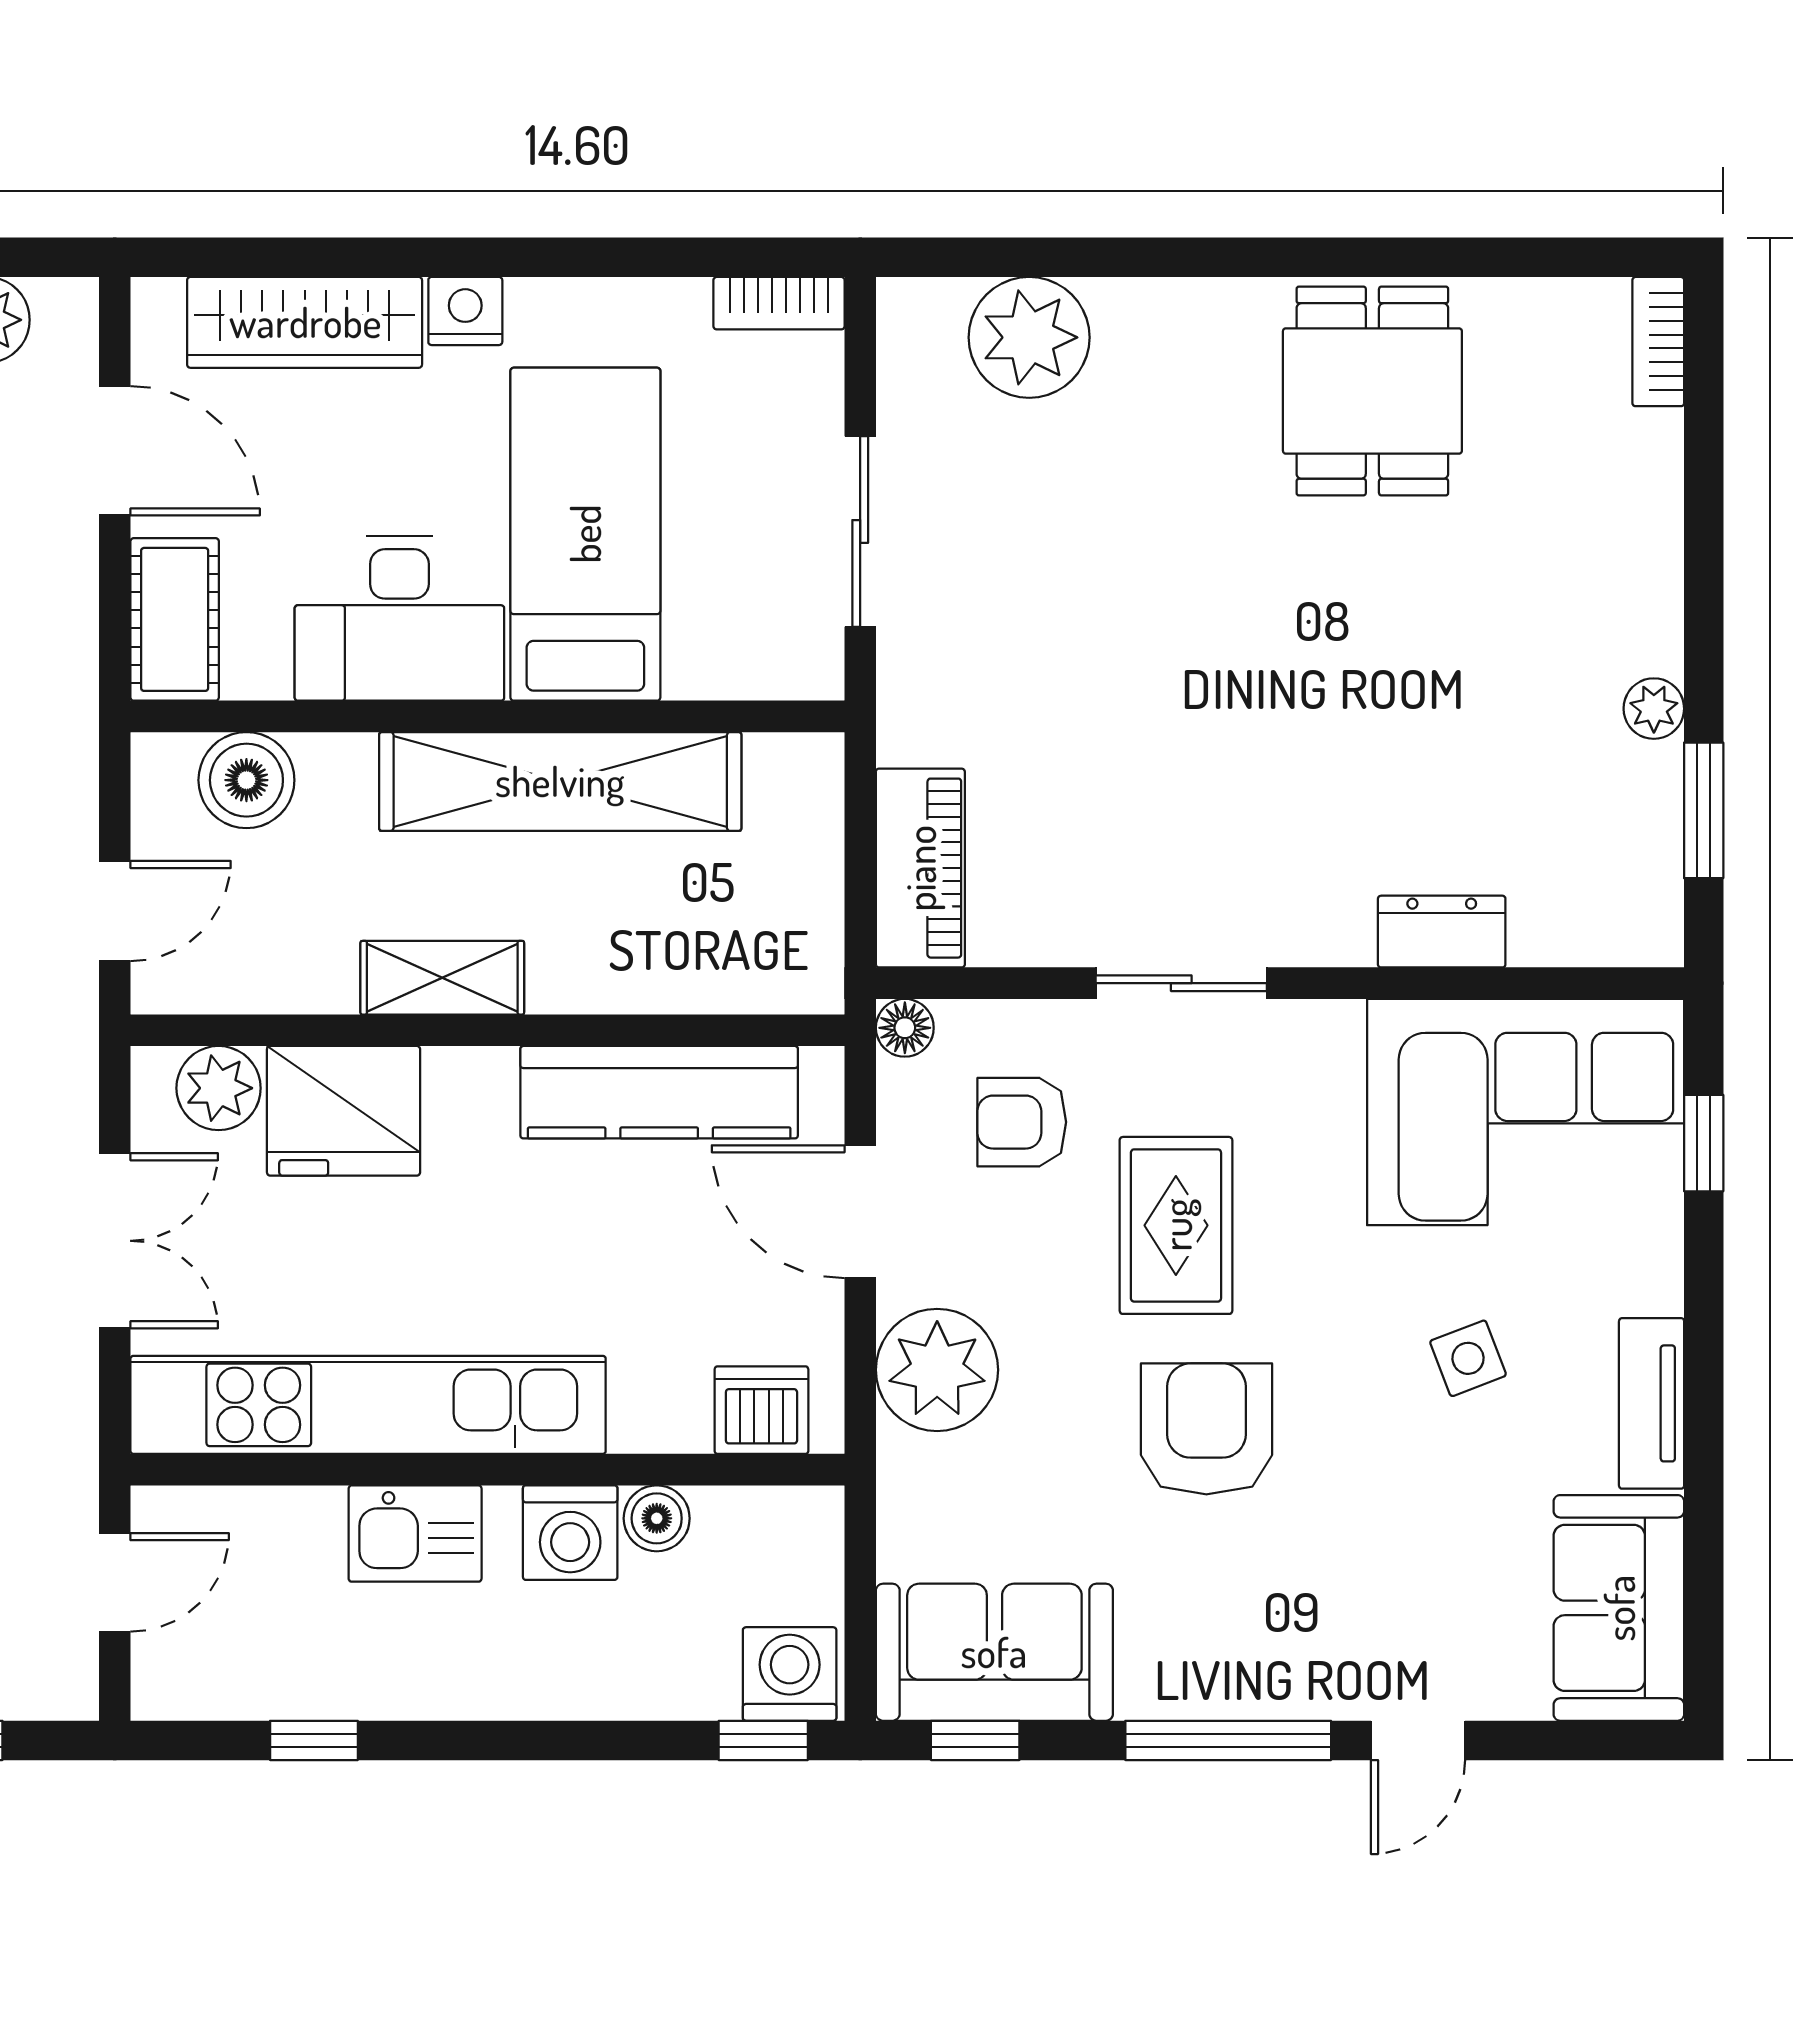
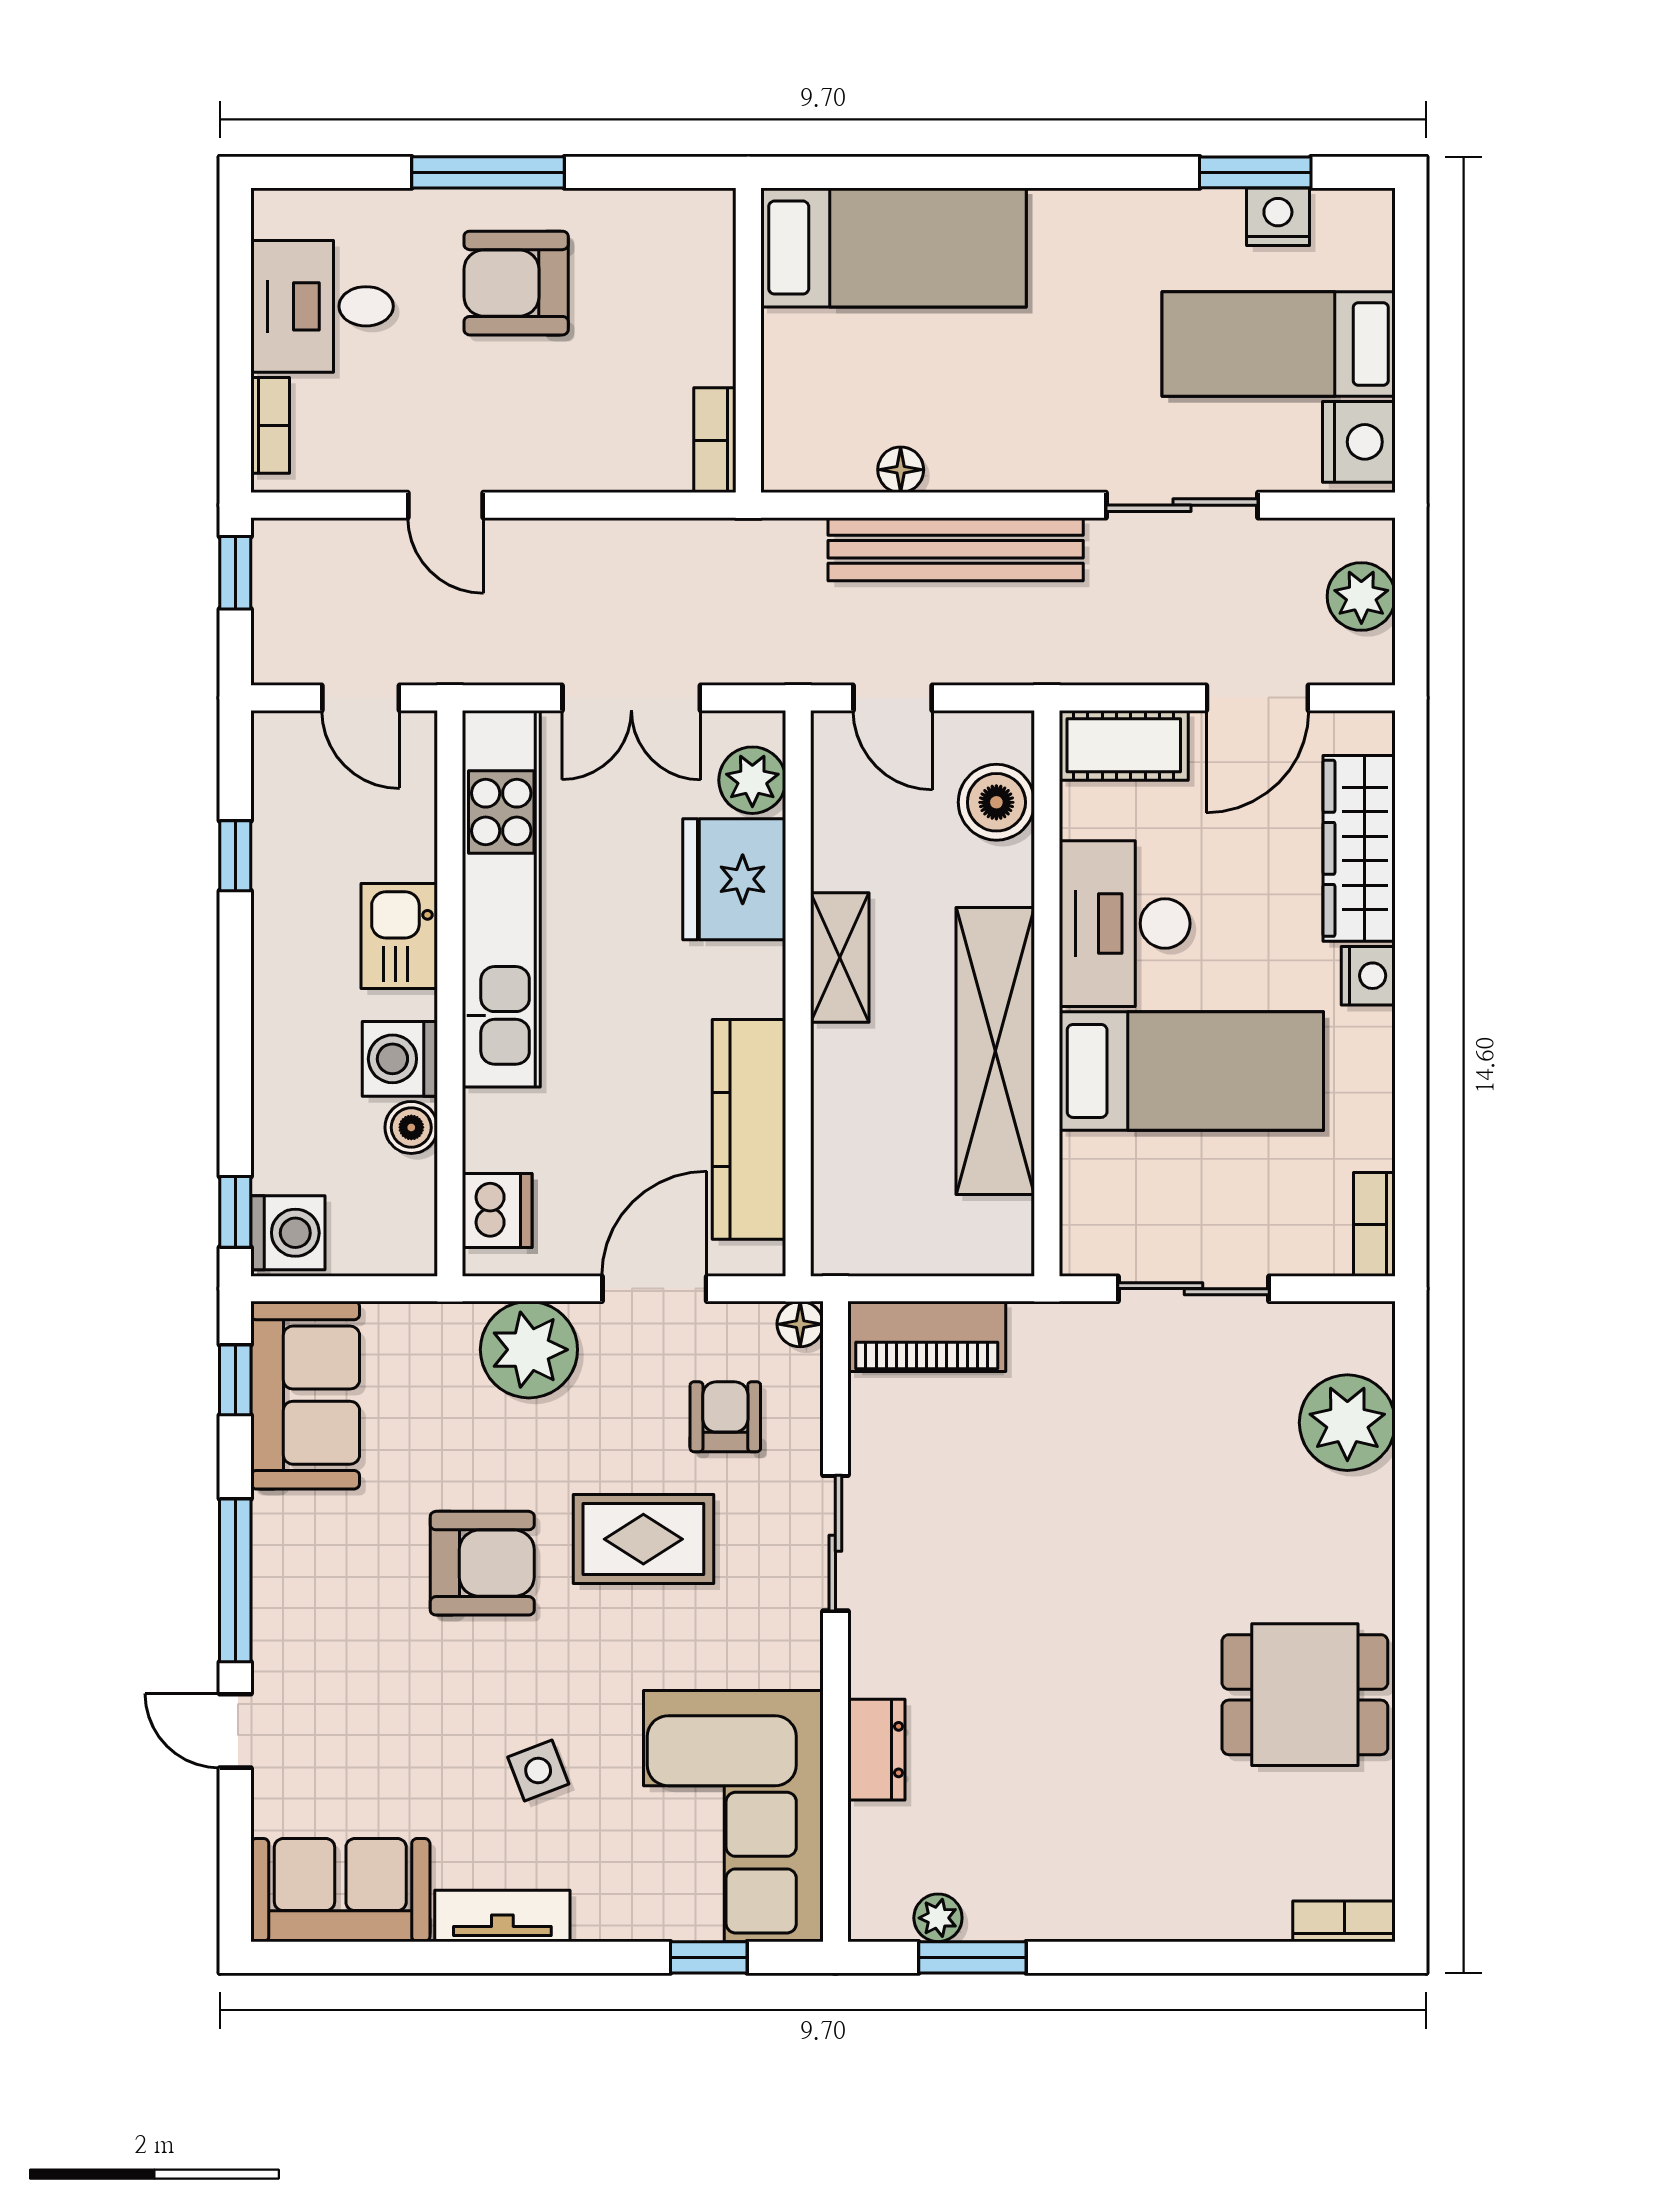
plant: (1654, 709) -> (938, 1918), moved

